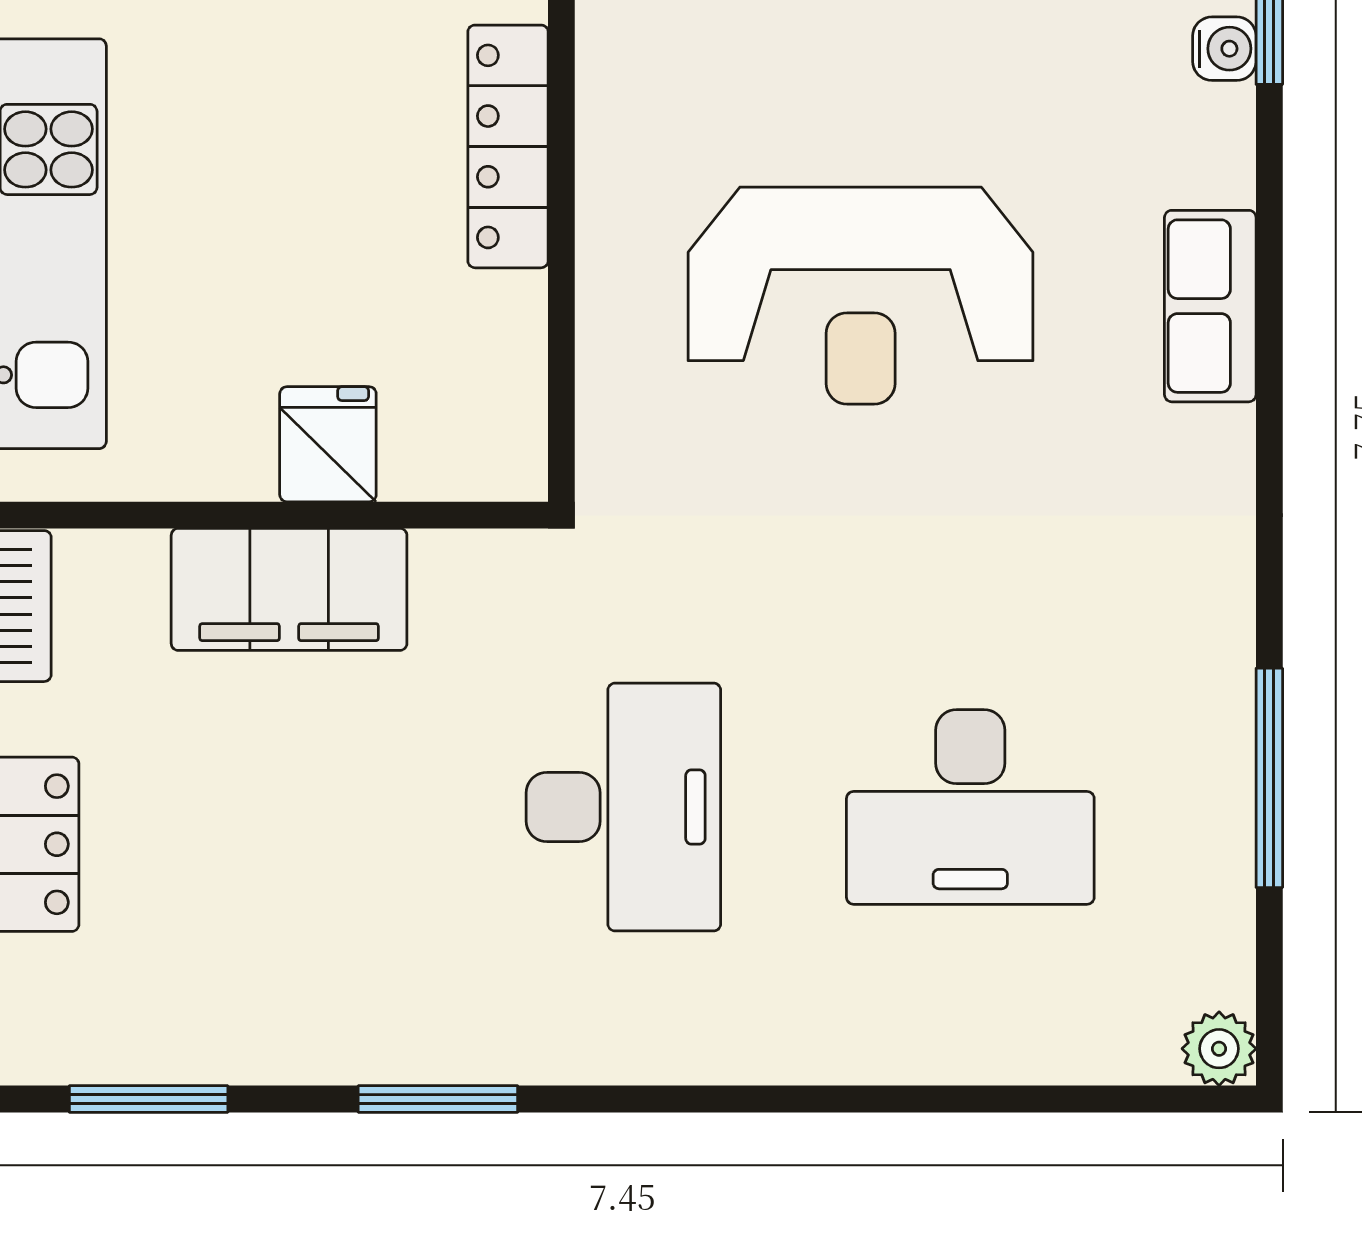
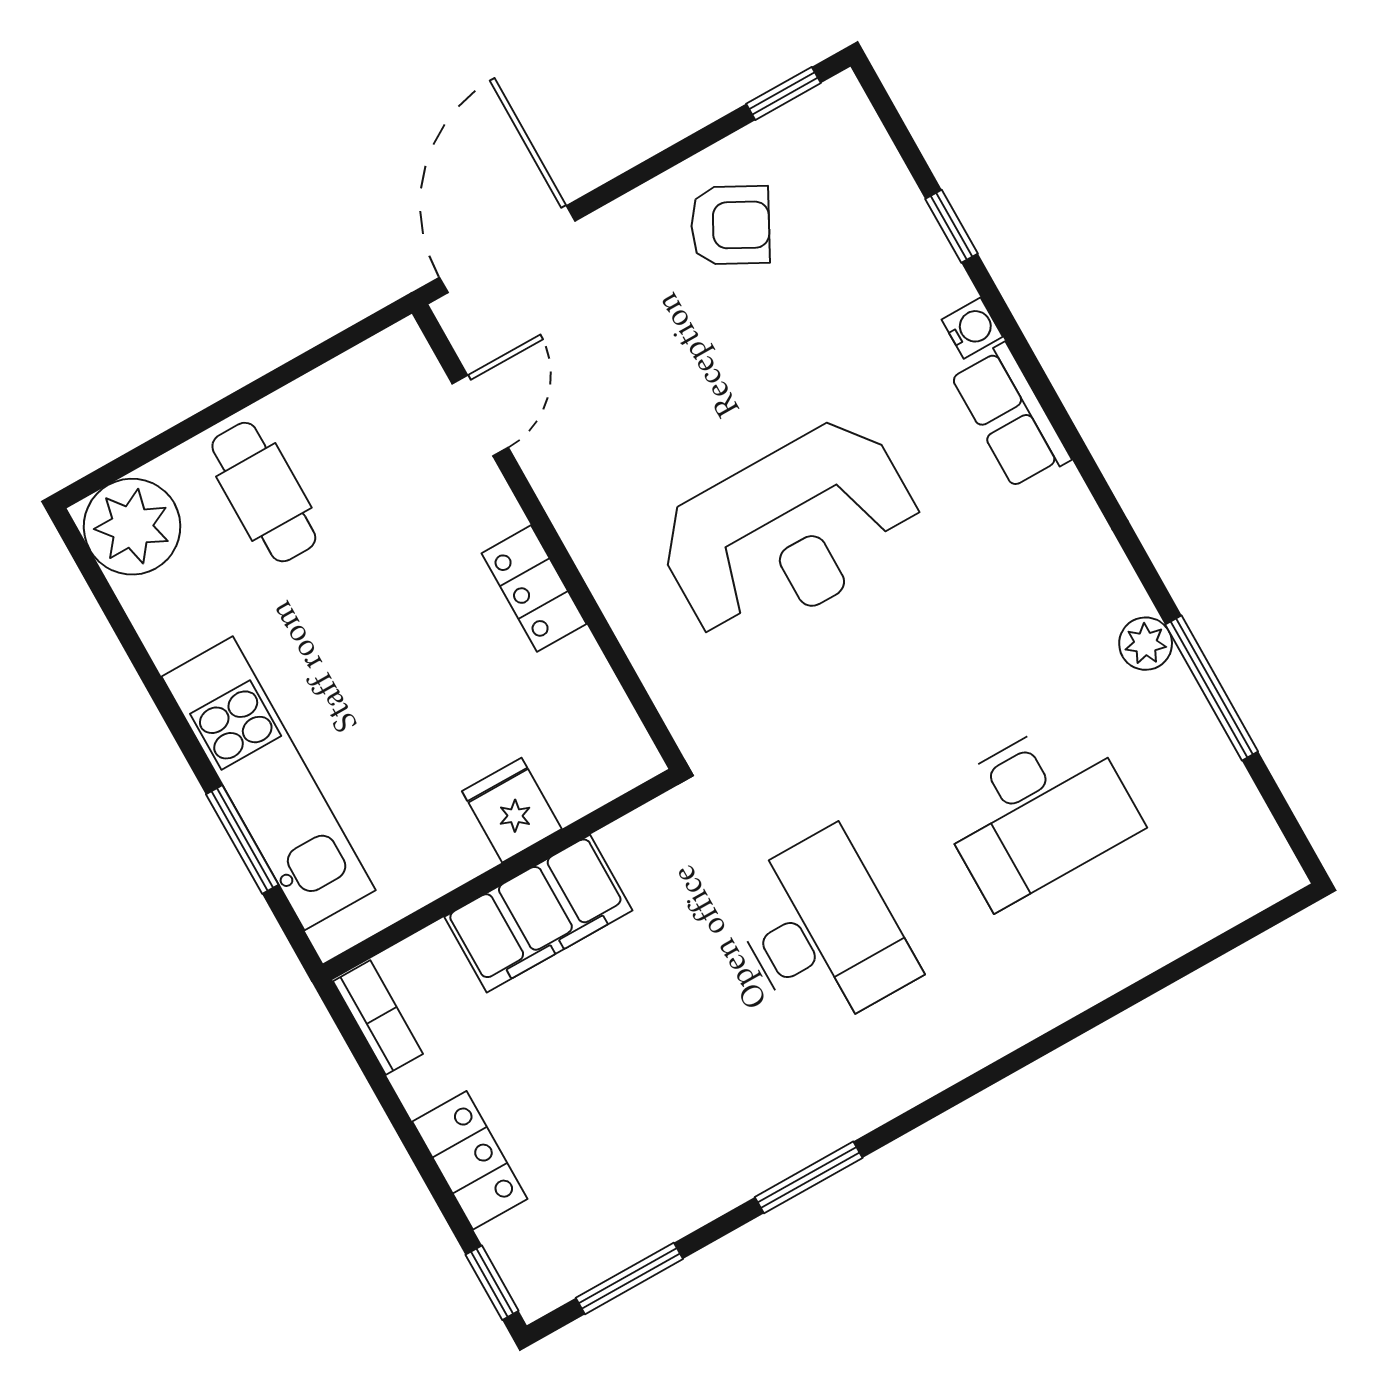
water cooler: (1224, 49) -> (972, 328), moved
locker: (508, 146) -> (534, 589), width x0.66
plant: (1219, 1049) -> (1146, 644), moved

